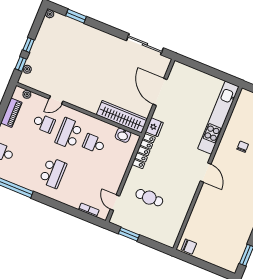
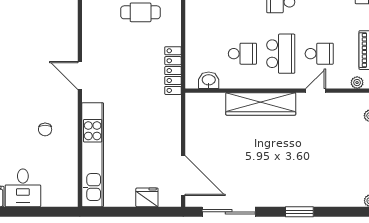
window: (76, 16) -> (299, 212), moved
door: (160, 92) -> (183, 176), moved
wardrobe: (122, 117) -> (261, 104), moved
school desk: (44, 123) -> (319, 54), turned 180
fridge: (154, 127) -> (147, 197), moved, turned 90

